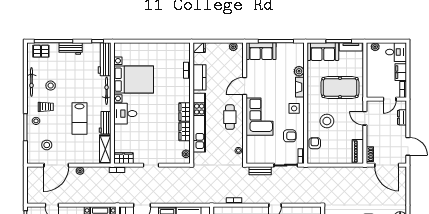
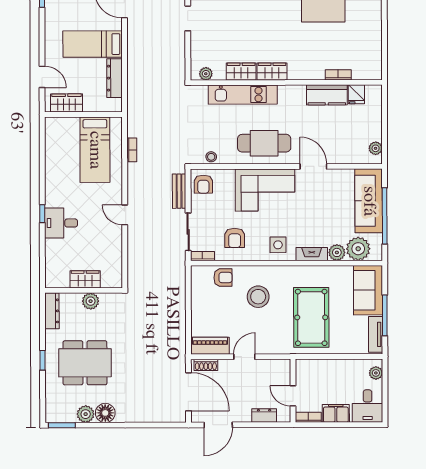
fridge: (199, 48) -> (356, 94), moved
sofa: (261, 51) -> (369, 201), width x1.36
plant: (297, 58) -> (358, 249), added
cafe table: (230, 117) -> (264, 143), width x1.37, depth x1.35
door: (365, 118) -> (244, 357), moved
kitchen unit: (199, 123) -> (243, 95), width x0.73
armchair: (256, 155) -> (203, 184), added
door: (387, 165) -> (188, 392), swing flipped

